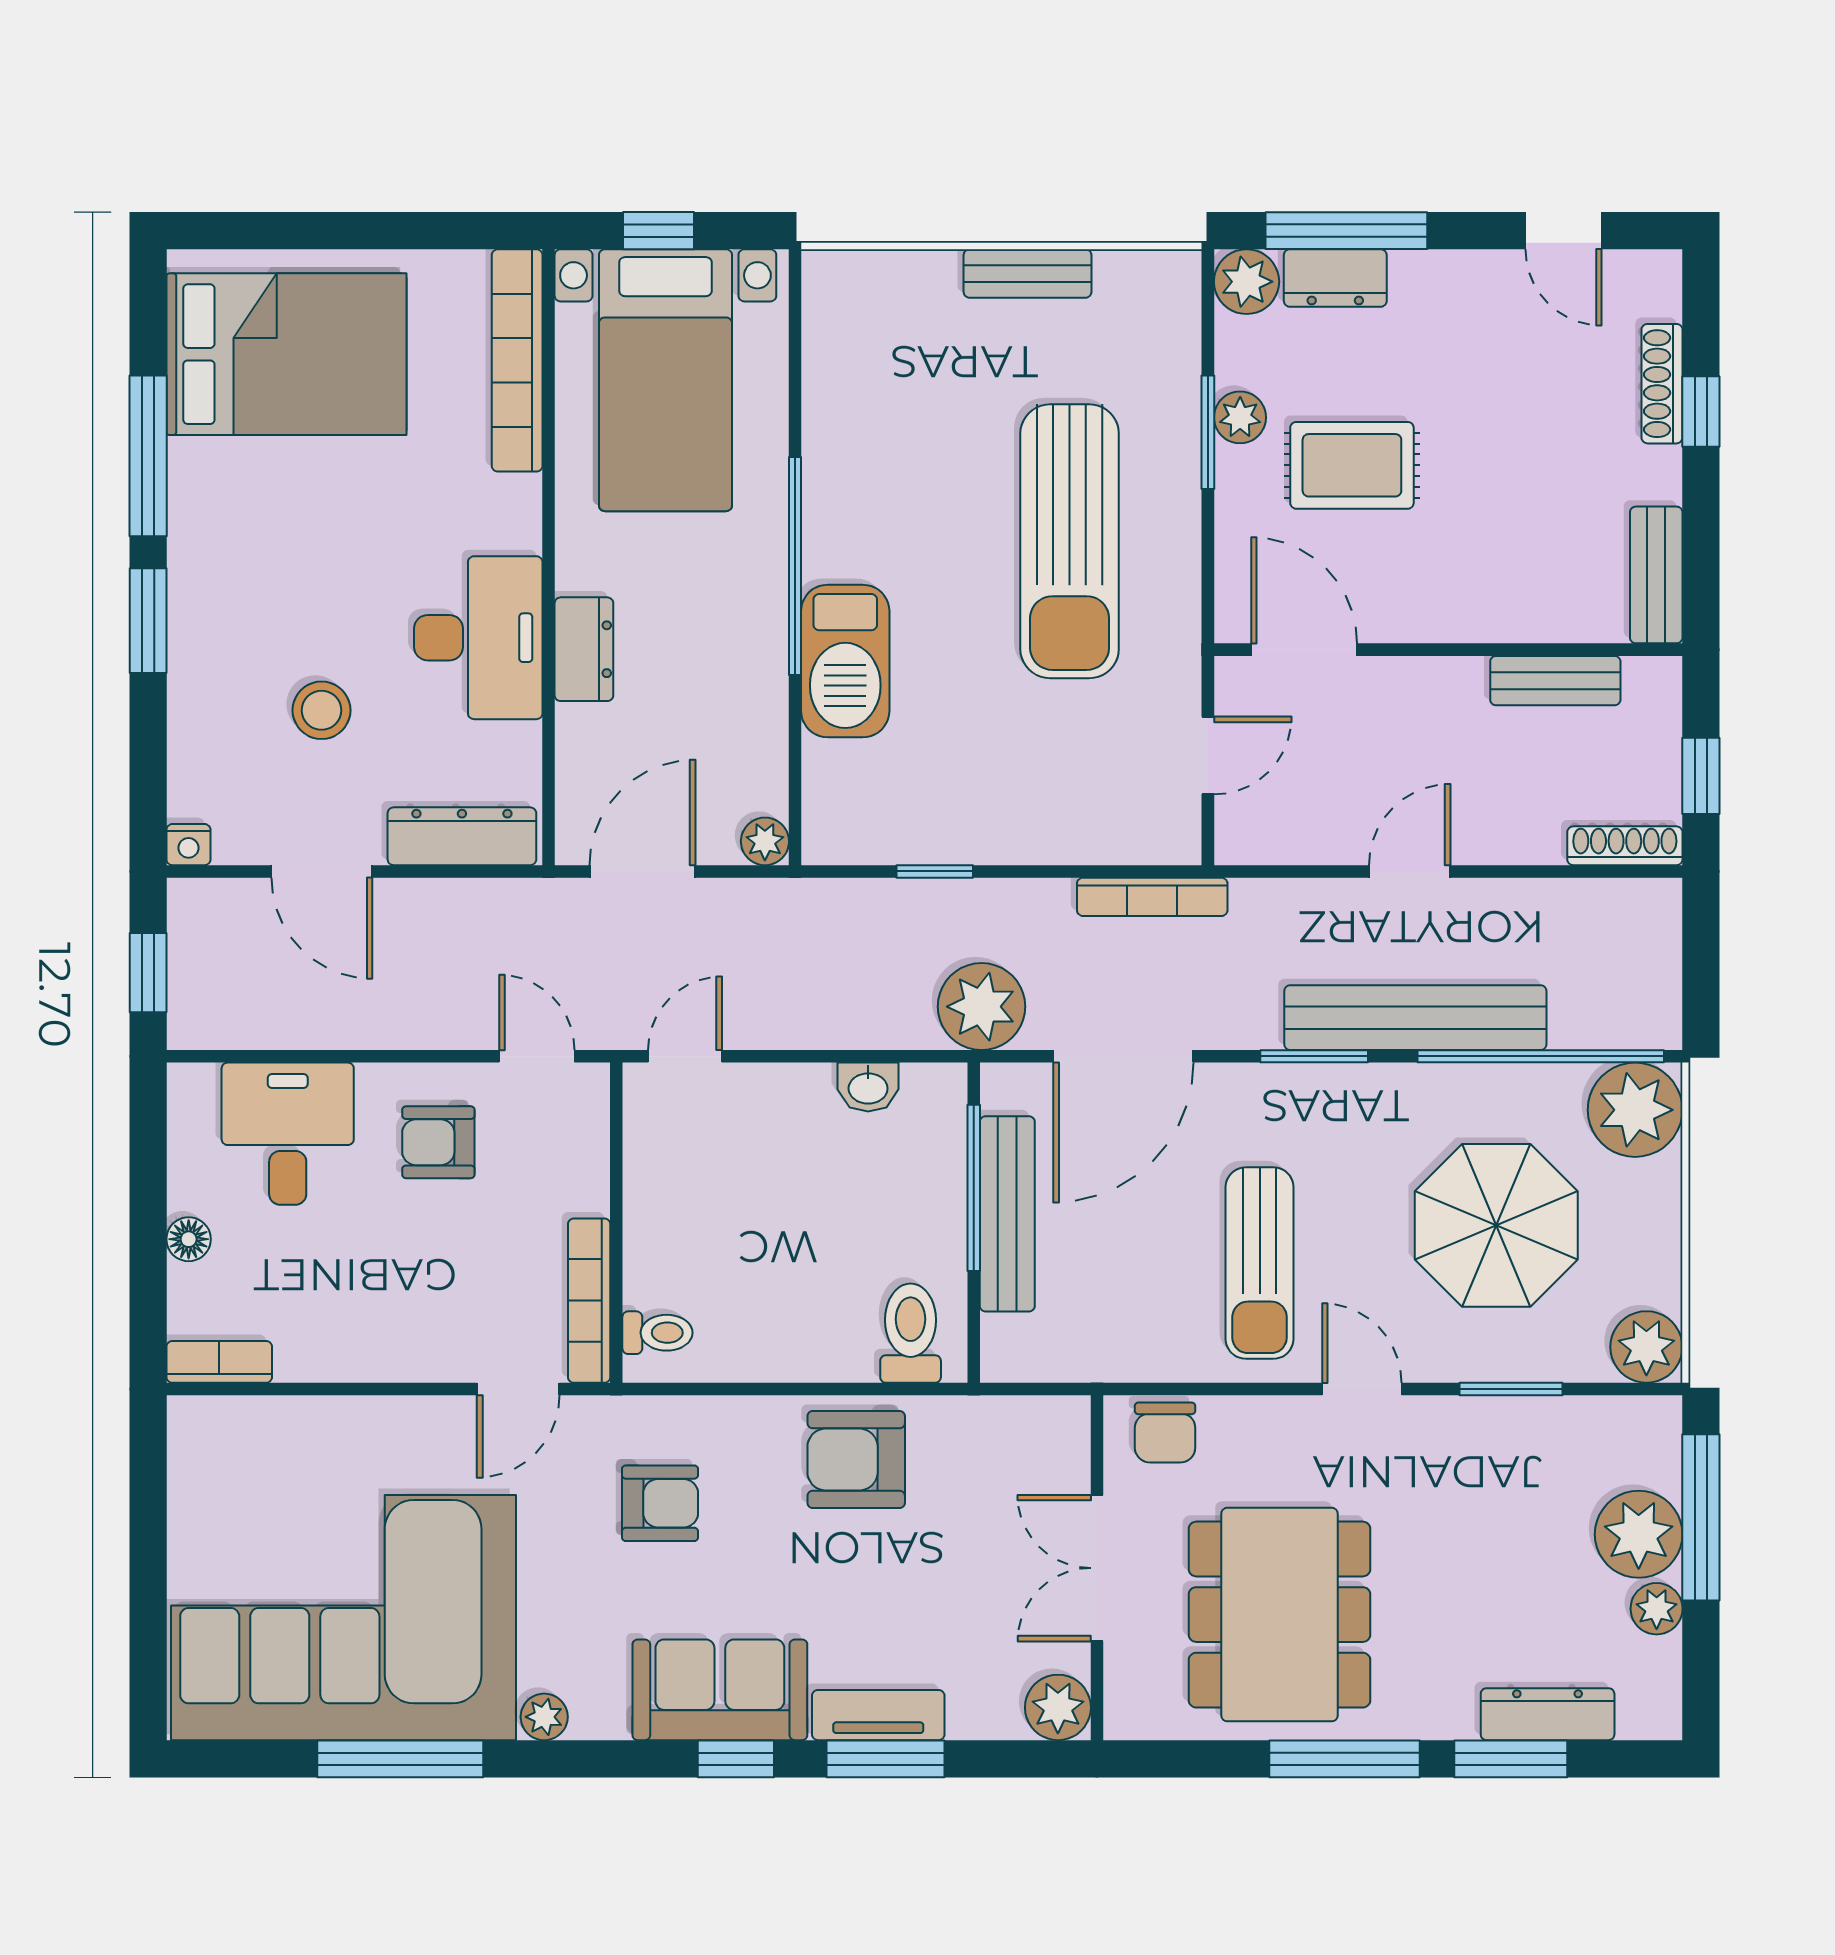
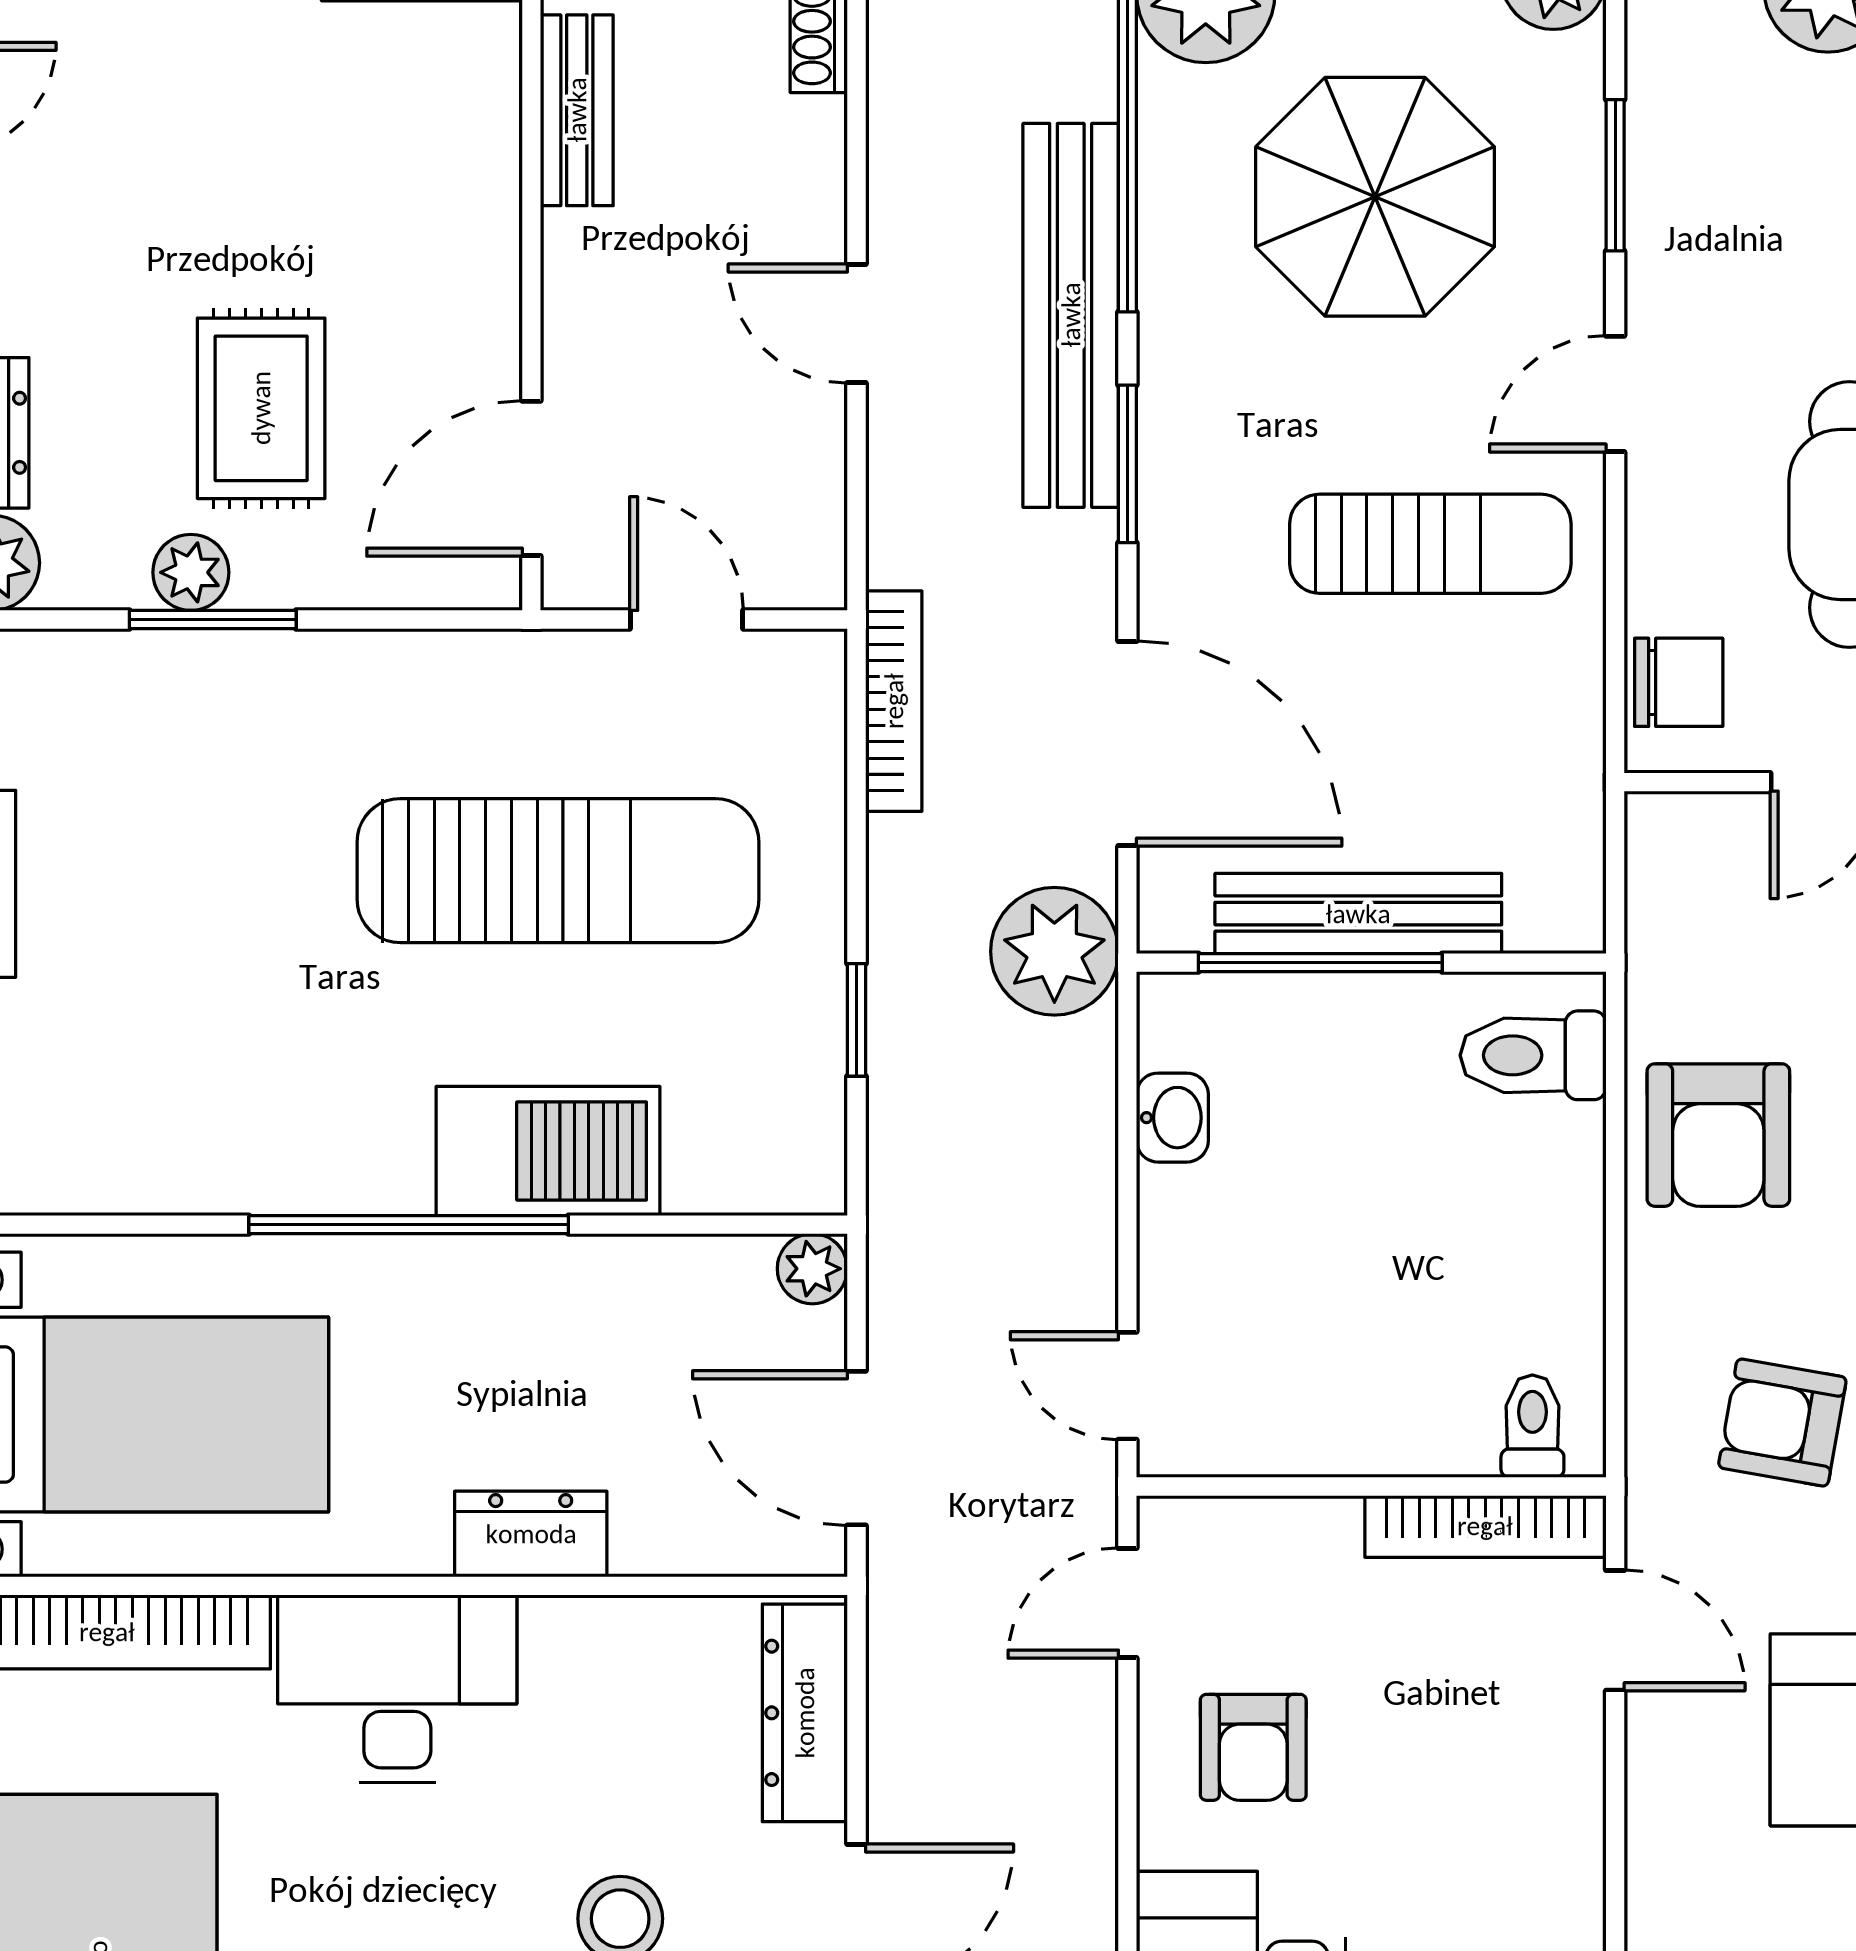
sun lounger: (1070, 541) -> (558, 871), moved
desk: (478, 638) -> (397, 1689), moved
armchair: (660, 1503) -> (1782, 1423), turned -80

